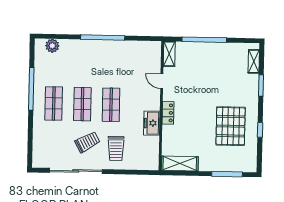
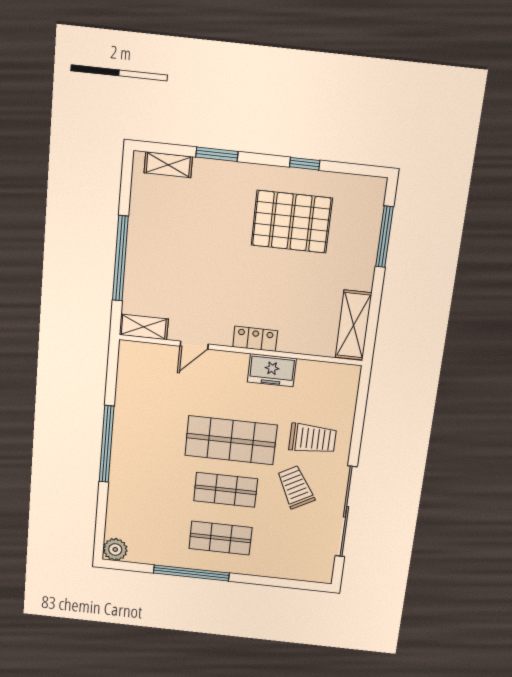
plant: (52, 46) -> (115, 549), moved
shop shelf: (111, 105) -> (231, 440), width x1.43, depth x1.36

